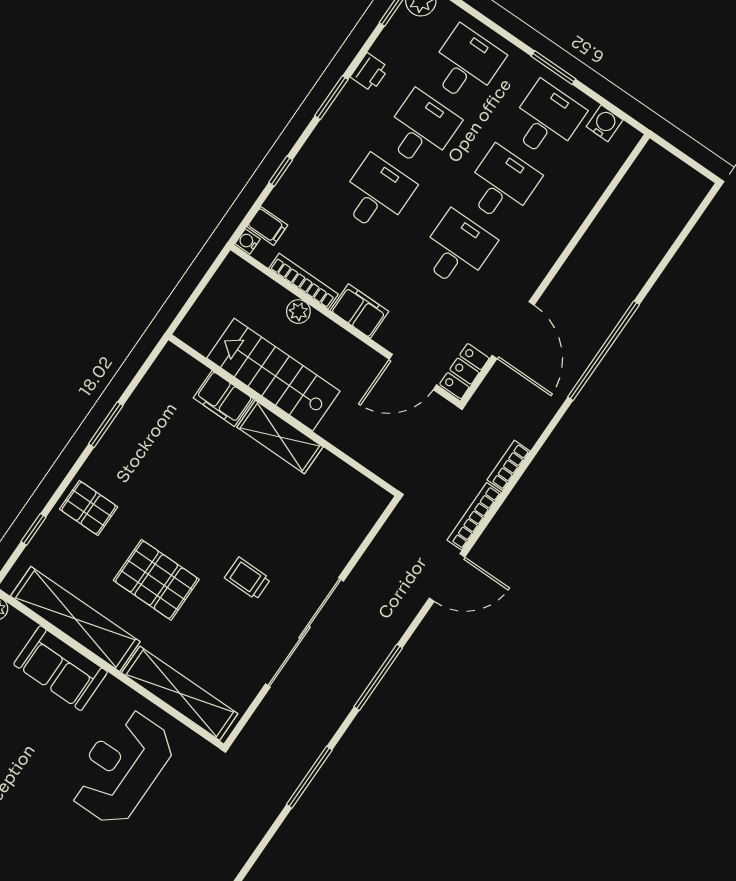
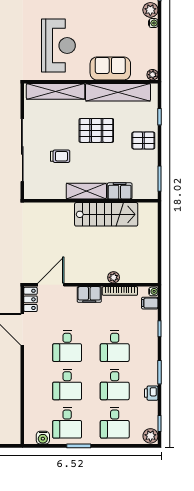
stairs: (273, 375) -> (106, 214), moved
filing cabinet: (223, 398) -> (120, 191), moved
wall: (283, 415) -> (91, 201), moved
shelving: (280, 437) -> (86, 191), moved

